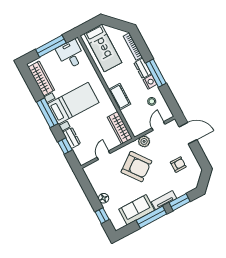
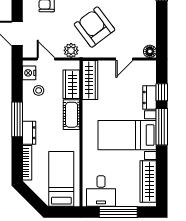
nightstand: (150, 82) -> (29, 73), moved
window: (47, 113) -> (162, 127), moved
wardrobe: (131, 118) -> (71, 84), added
door: (158, 126) -> (46, 59), swing flipped
floor lamp: (104, 198) -> (150, 51), moved

